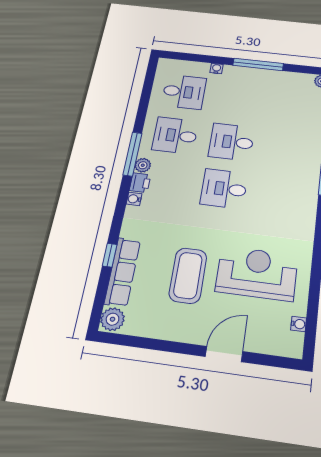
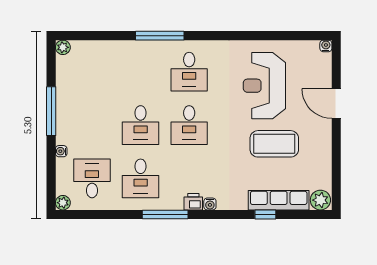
plant: (143, 165) -> (63, 203), moved
desk: (283, 196) -> (189, 72), added
water cooler: (299, 324) -> (326, 46), moved

